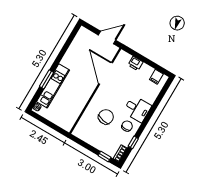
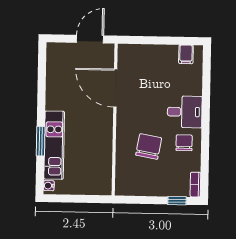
printer: (136, 64) -> (148, 52), removed
window: (133, 142) -> (205, 160), removed

